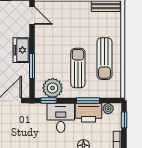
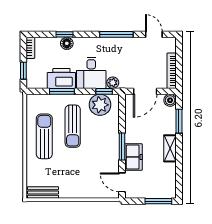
freezer: (21, 50) -> (133, 157), moved
window: (32, 66) -> (122, 147), moved
plant: (108, 109) -> (113, 83), moved

